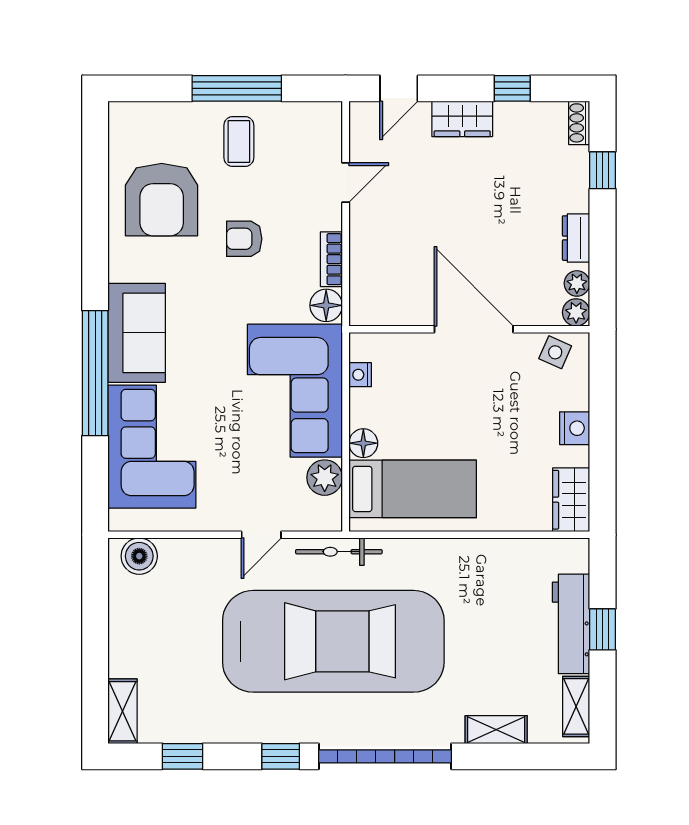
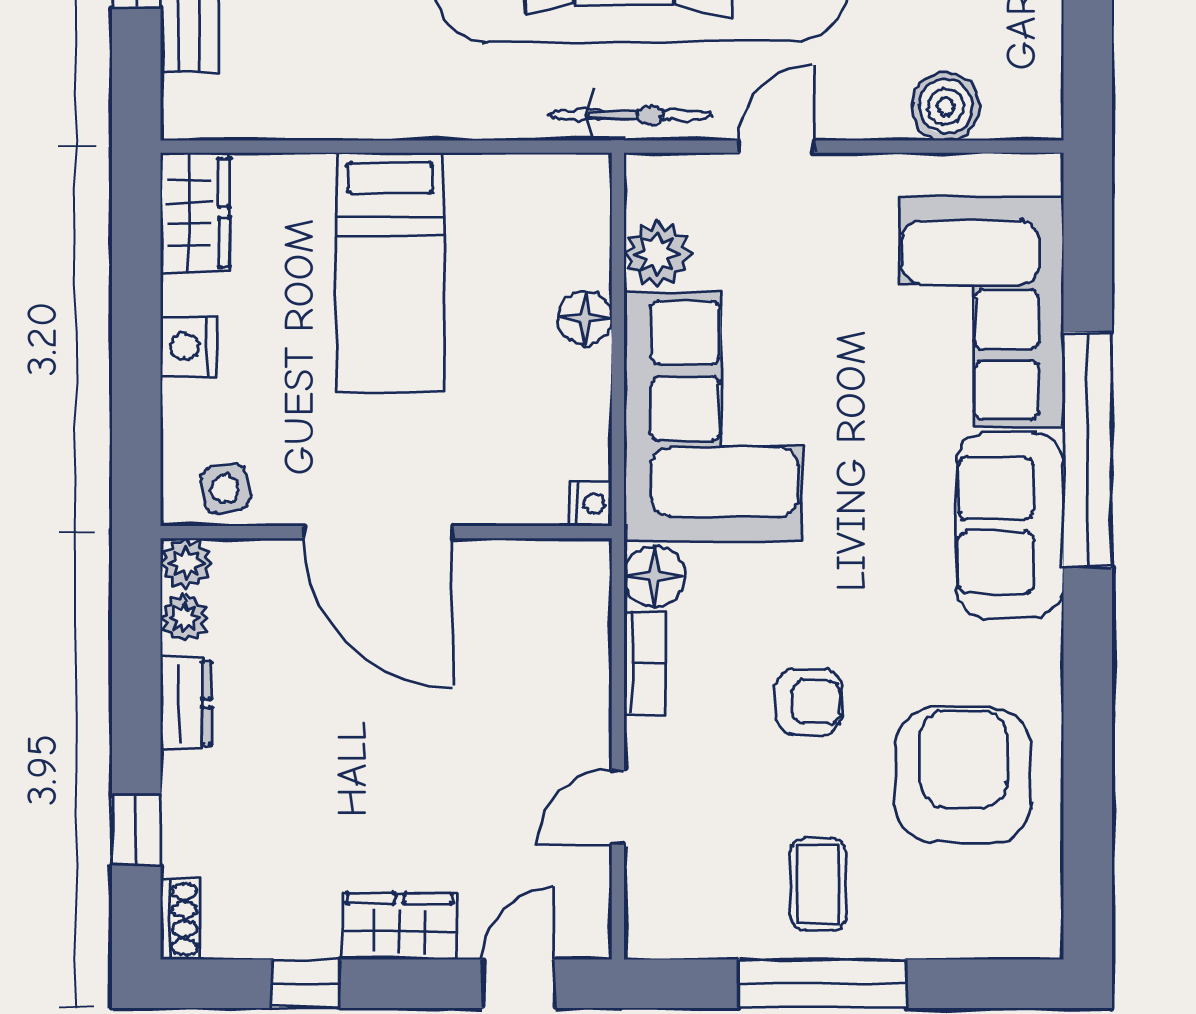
side table: (555, 352) -> (225, 489), turned -35
nightstand: (360, 375) -> (591, 504), moved
bed: (413, 489) -> (390, 272), moved, turned -90
boiler: (139, 556) -> (946, 107), moved

